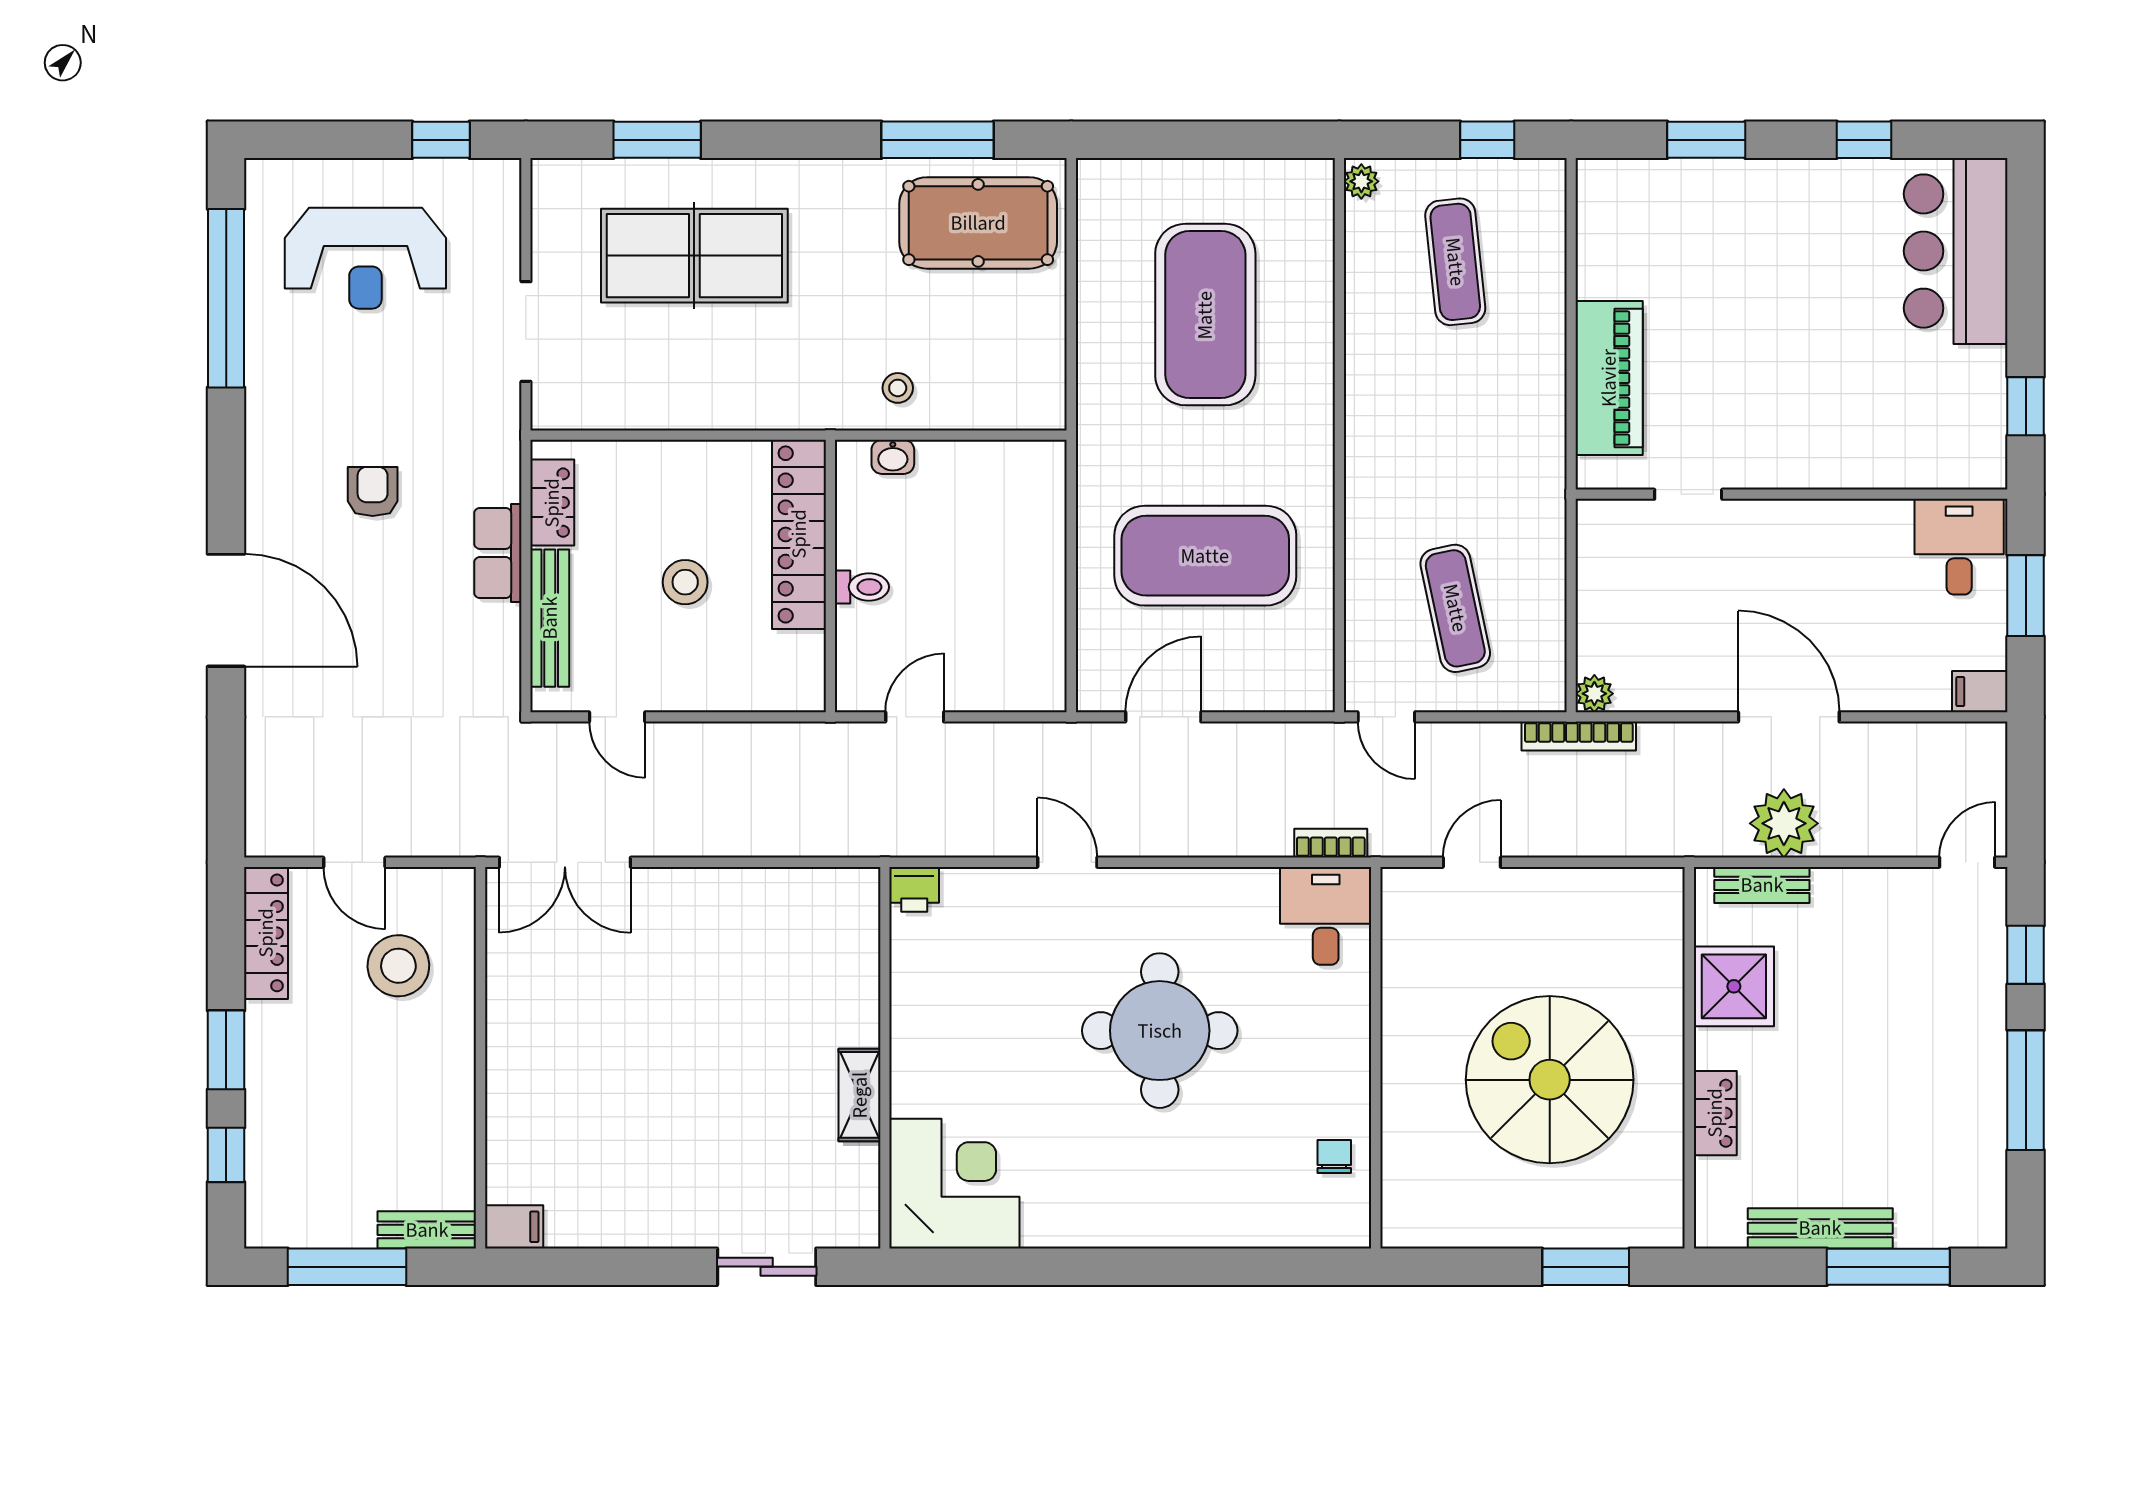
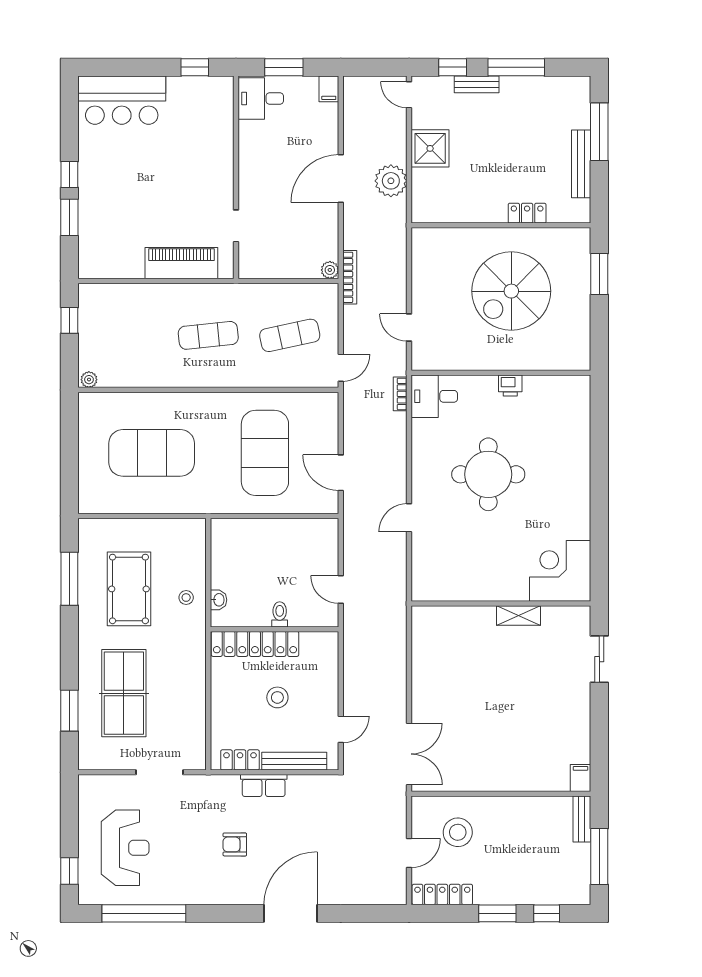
window: (441, 140) -> (69, 871), moved
window: (1864, 140) -> (69, 175), moved
pool table: (978, 223) -> (129, 589), moved
exercise mat: (1455, 262) -> (208, 335), moved
bench: (1762, 885) -> (477, 84), moved, turned 90
printer: (914, 889) -> (510, 385), moved, turned 90
shower: (1734, 986) -> (430, 148), moved
chair: (1334, 1156) -> (547, 392), removed

